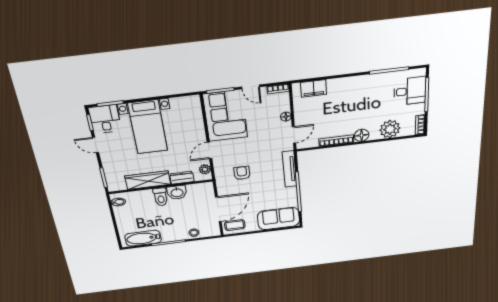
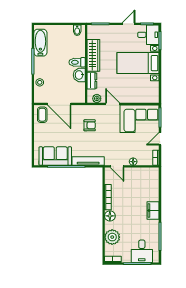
filing cabinet: (314, 88) -> (153, 210), moved
sofa: (279, 219) -> (55, 156), moved, turned -90

